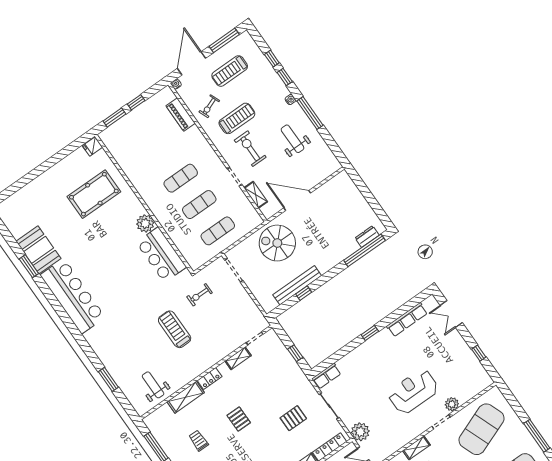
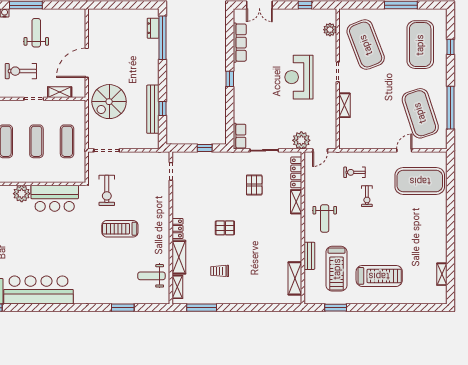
weight bench: (292, 139) -> (36, 33), turned 90
exercise bike: (200, 295) -> (107, 190), width x1.38, depth x1.39
shelving: (238, 358) -> (177, 287), moved
plant: (452, 404) -> (330, 30), moved

